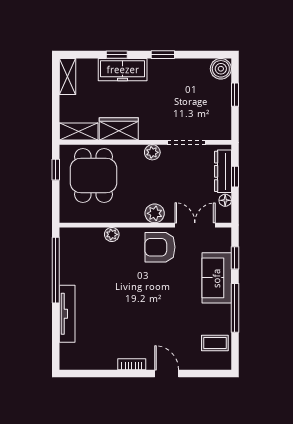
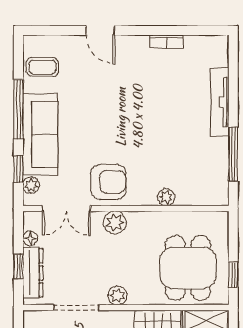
plant: (224, 244) -> (31, 185), added
window: (56, 270) -> (233, 154), width x0.68
sofa: (217, 278) -> (40, 134), width x1.36
bookcase: (132, 364) -> (166, 42), moved

